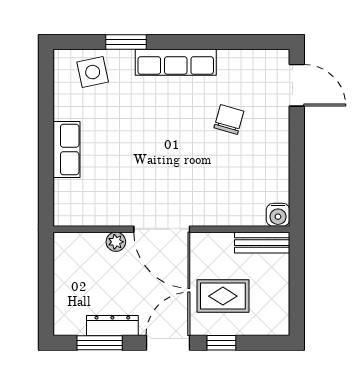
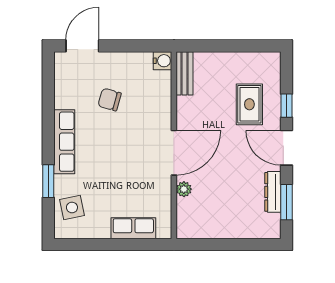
water cooler: (278, 215) -> (162, 61), moved
door: (162, 229) -> (174, 153), moved
wall: (171, 229) -> (174, 145), moved
plant: (116, 242) -> (184, 189), moved
bench: (262, 243) -> (184, 73), moved

